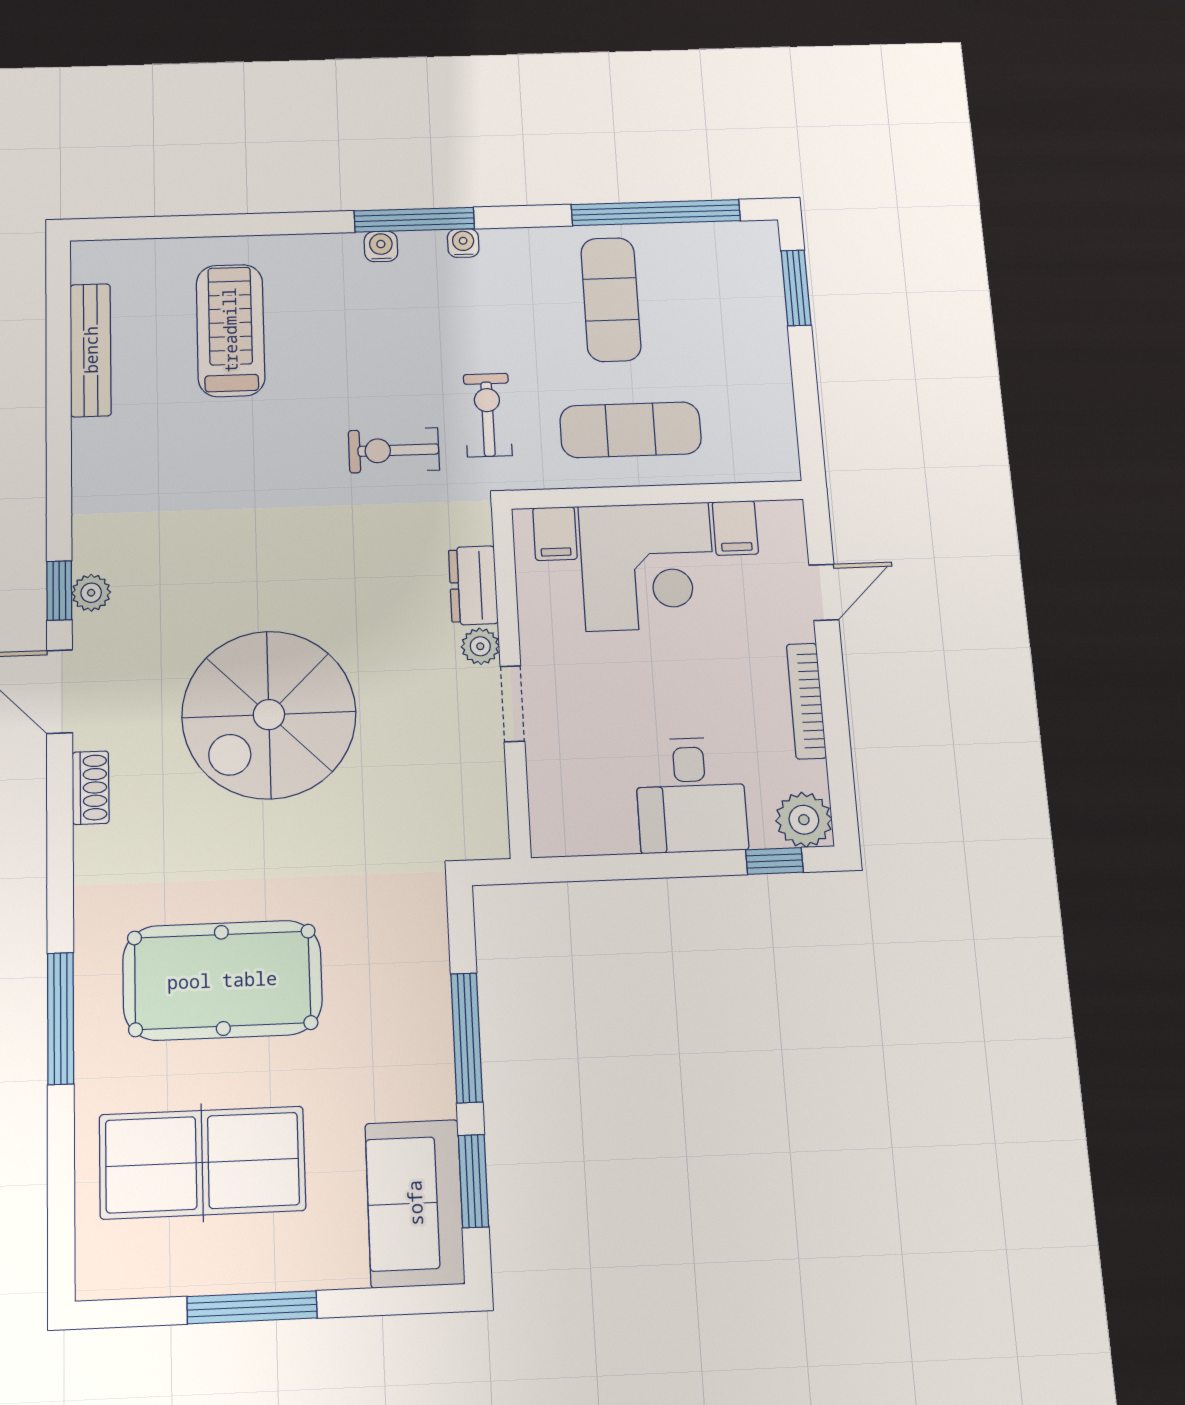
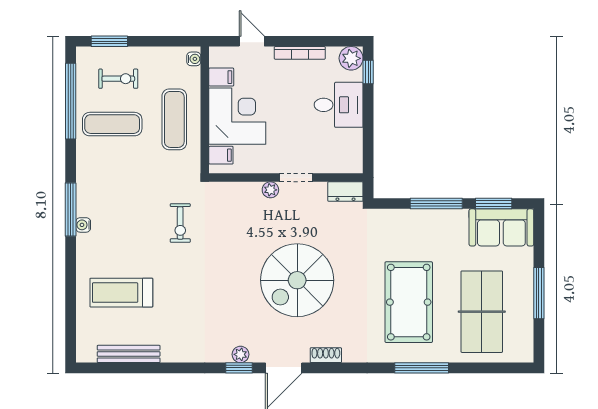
water cooler: (463, 243) -> (194, 59), moved, turned 180
exercise bike: (488, 415) -> (118, 79), moved, turned 180
dresser: (473, 585) -> (345, 192), moved
spiral stairs: (269, 715) -> (297, 280), turned 90

